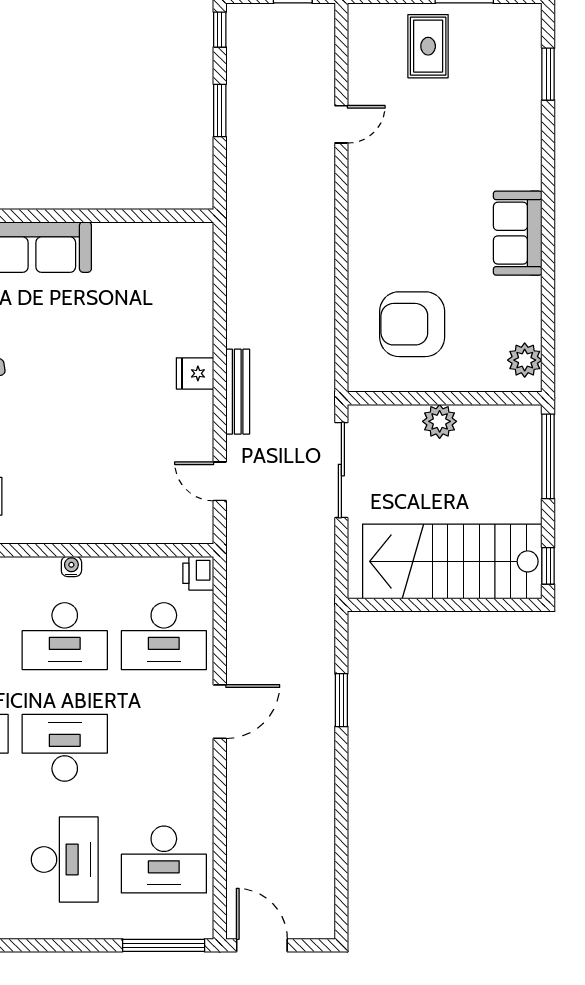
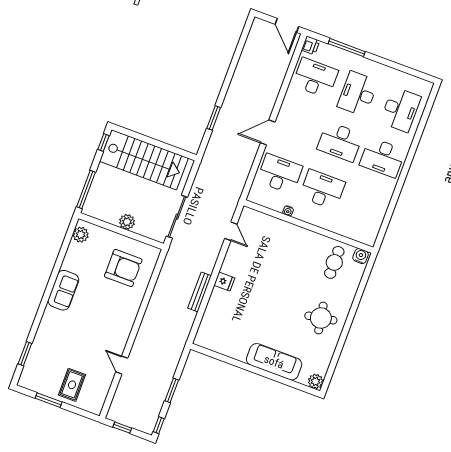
door: (341, 124) -> (122, 365), hinge flipped
bench: (238, 392) -> (200, 292), moved
water cooler: (71, 566) -> (288, 211), moved
printer: (198, 573) -> (311, 45), moved
window: (164, 945) -> (347, 48), moved

